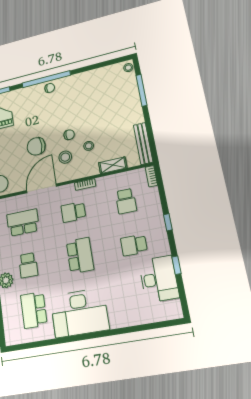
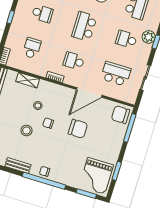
bench: (79, 78) -> (18, 165), added
stool: (65, 157) -> (26, 131), moved
school desk: (73, 212) -> (74, 61), turned 180
school desk: (23, 223) -> (116, 74), turned 180
school desk: (28, 265) -> (126, 39), turned -90

